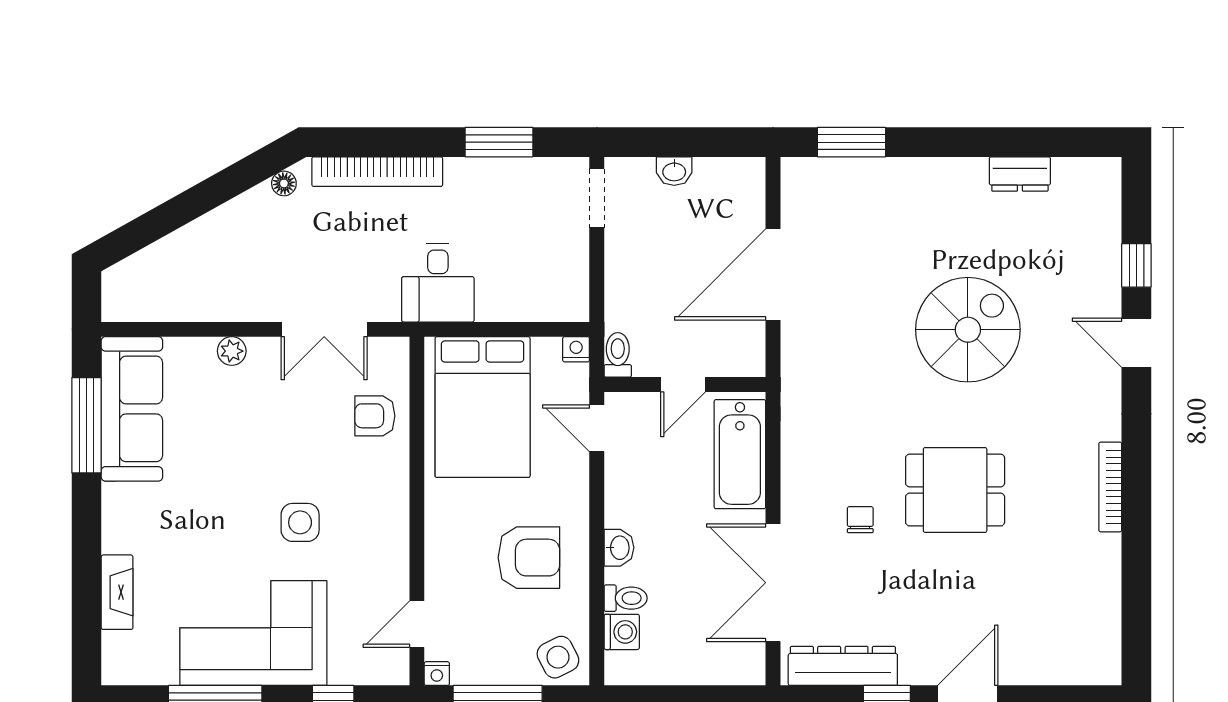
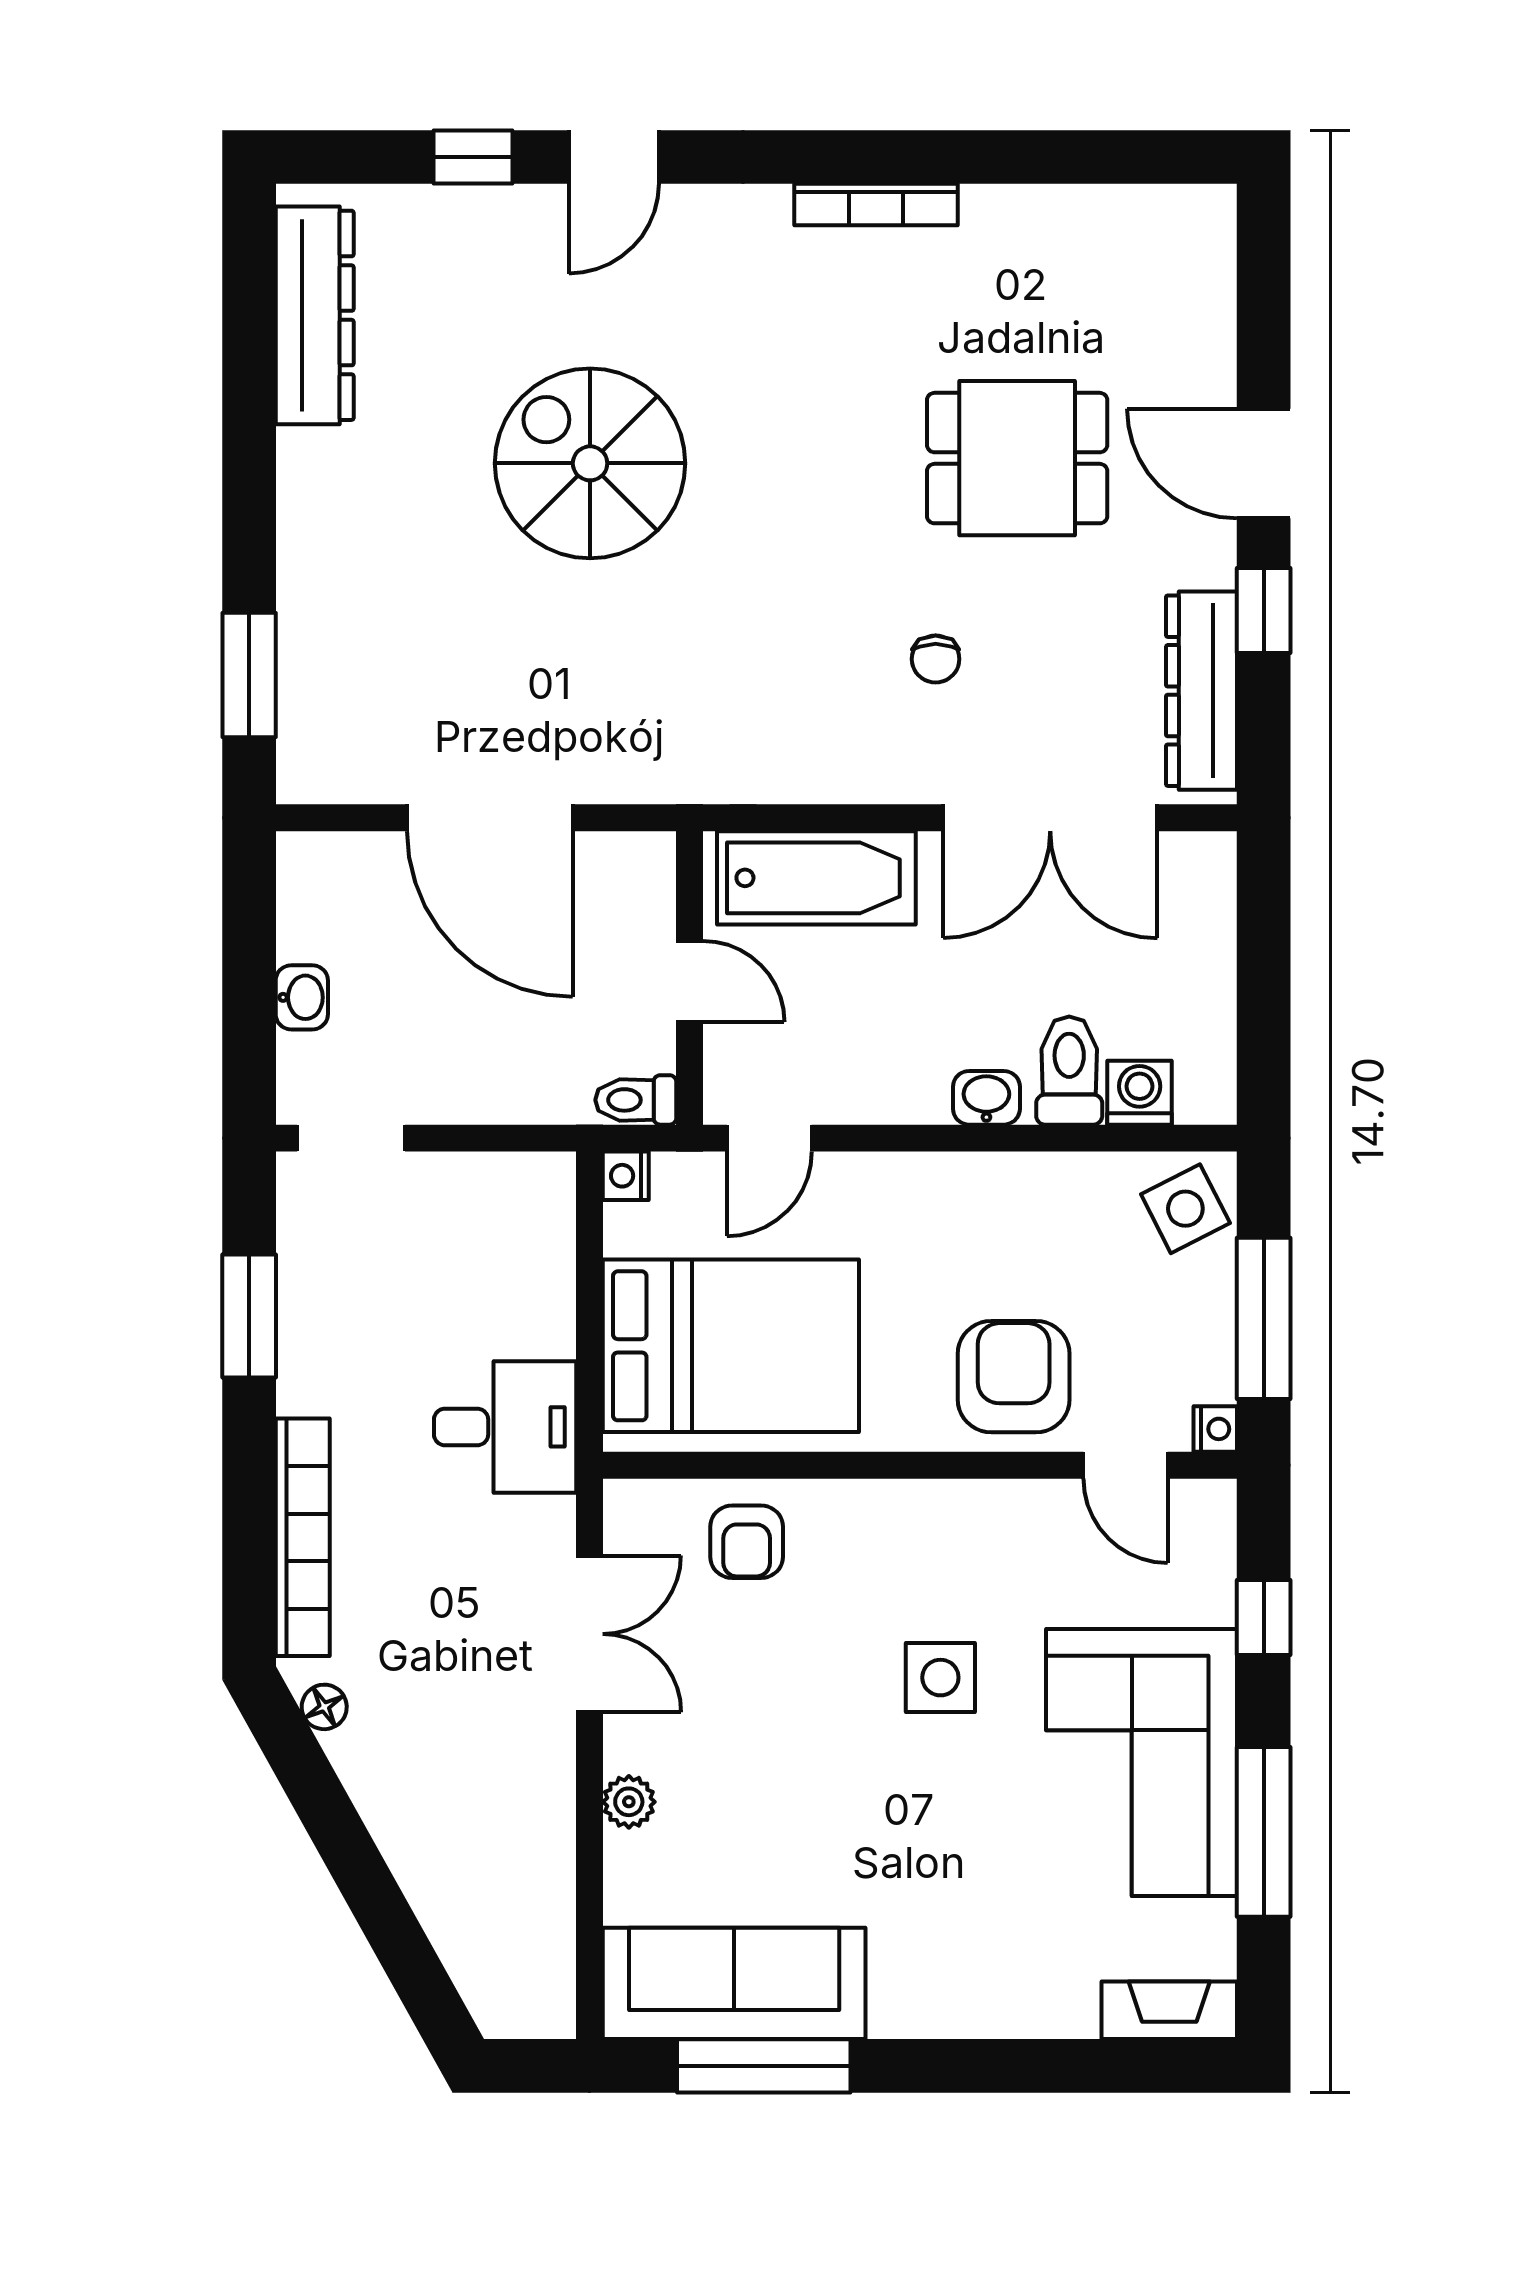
dresser: (1020, 174) -> (315, 315), width x1.96, depth x1.24
dining table: (955, 490) -> (1017, 458), moved, turned 90
chair: (860, 520) -> (936, 659), turned -90
armchair: (529, 558) -> (1014, 1377), moved
fireplace: (117, 592) -> (1169, 2010), moved
toilet: (626, 598) -> (1069, 1071), width x1.37, depth x1.39

